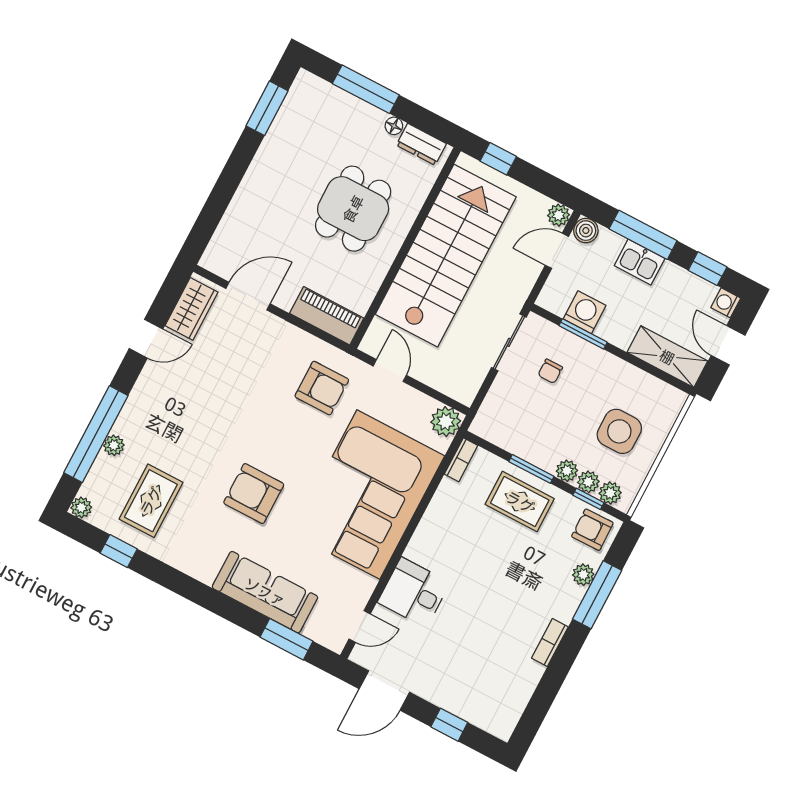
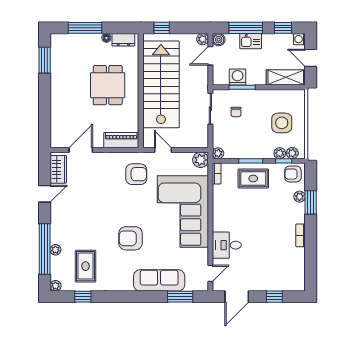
plant: (567, 471) -> (218, 153), moved
window: (597, 595) -> (311, 202), width x0.69

